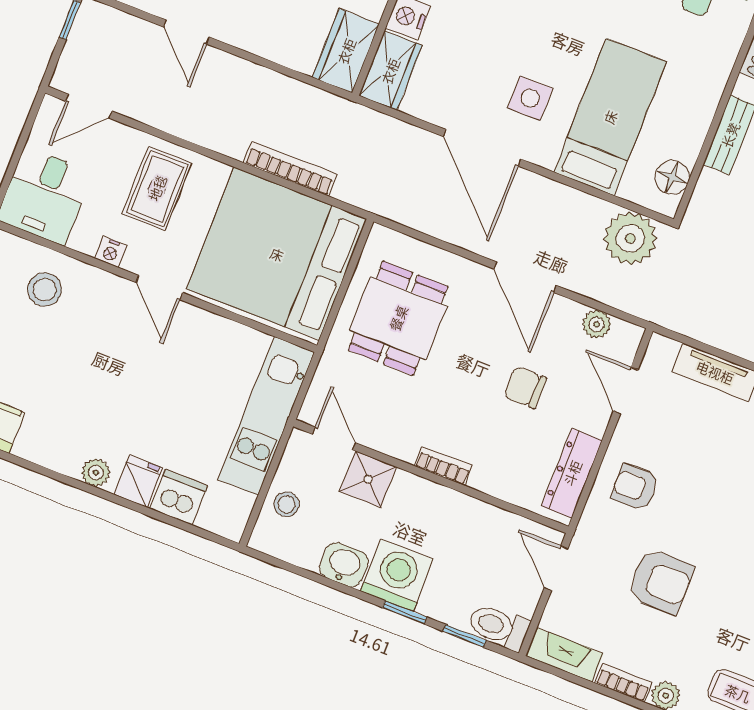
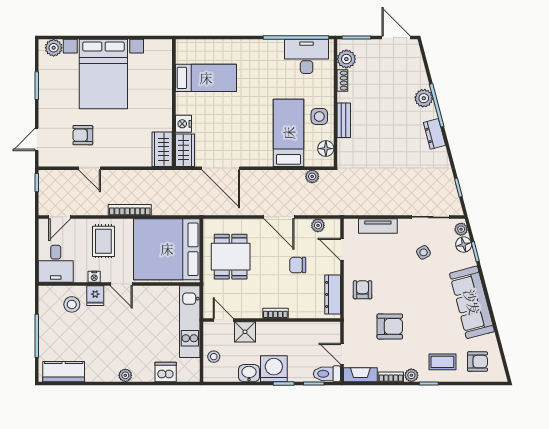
side table: (530, 98) -> (319, 117), moved
door: (482, 148) -> (221, 168), moved
bookcase: (290, 169) -> (130, 210), moved
plant: (630, 238) -> (312, 176), width x0.53, depth x0.53
fridge: (138, 481) -> (95, 296), moved, turned 180
armchair: (635, 487) -> (363, 290), turned 91
door: (556, 568) -> (342, 354), moved

